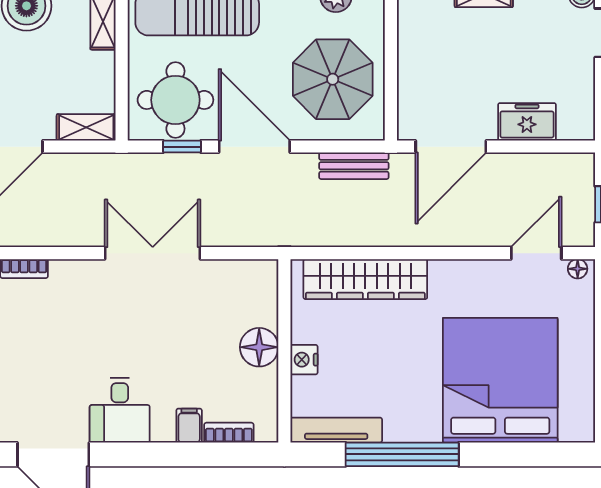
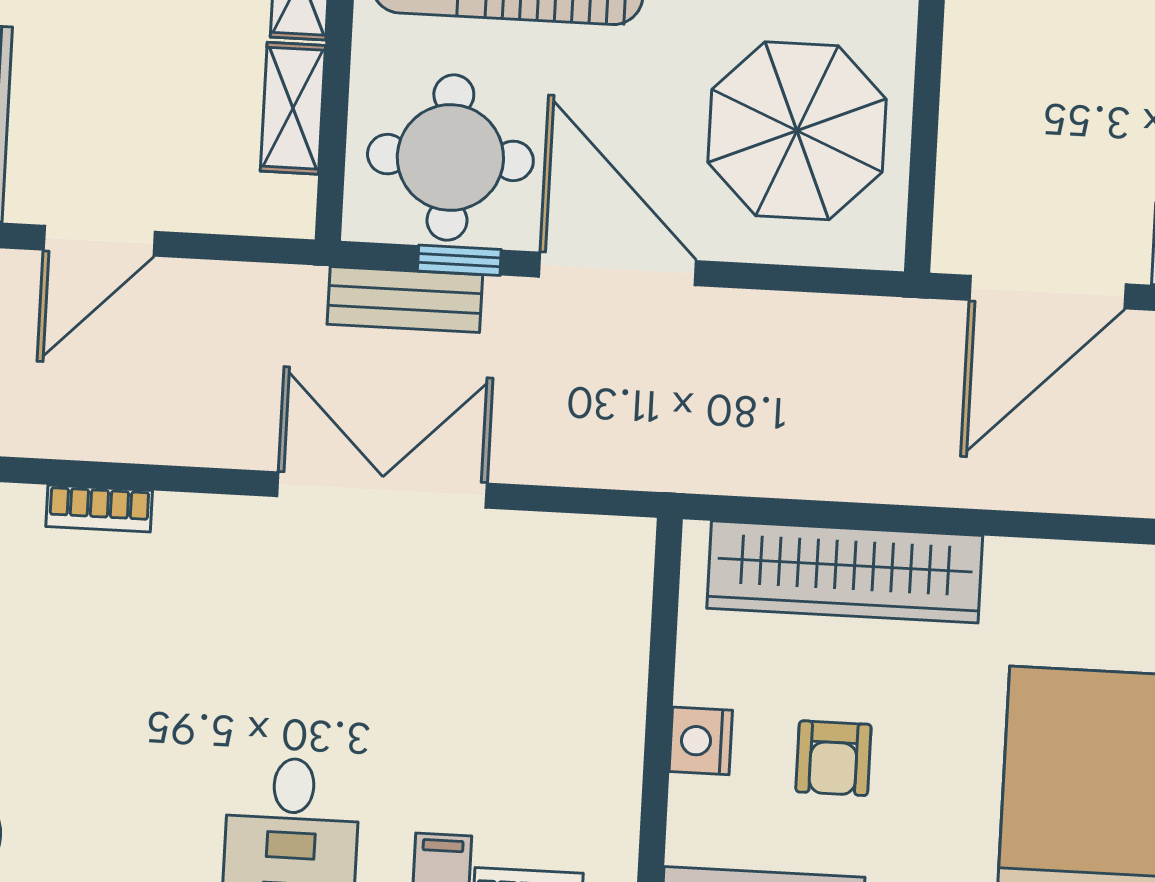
shelving: (86, 127) -> (293, 108), moved, turned 90
bench: (354, 166) -> (405, 299), moved
floor lamp: (259, 347) -> (604, 708), removed
armchair: (365, 364) -> (833, 758), added

